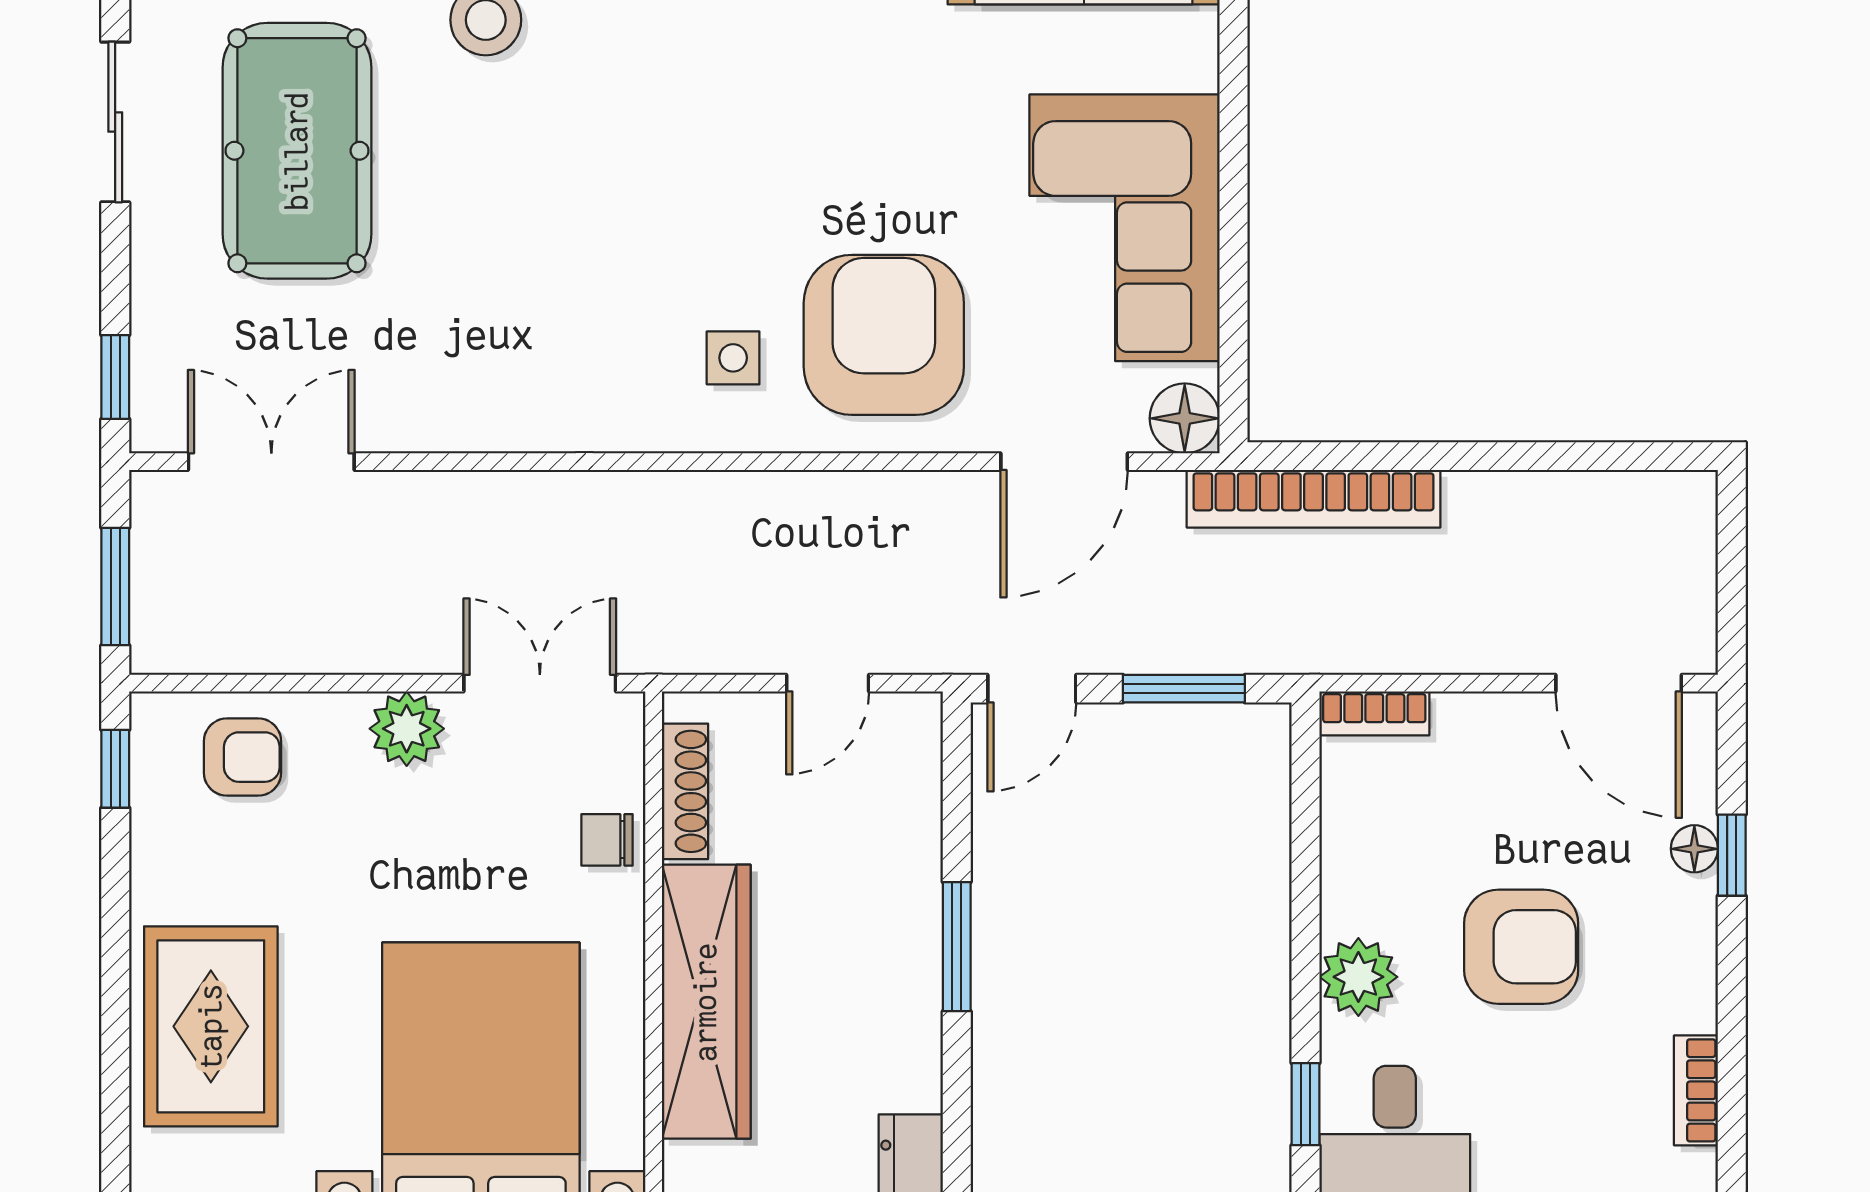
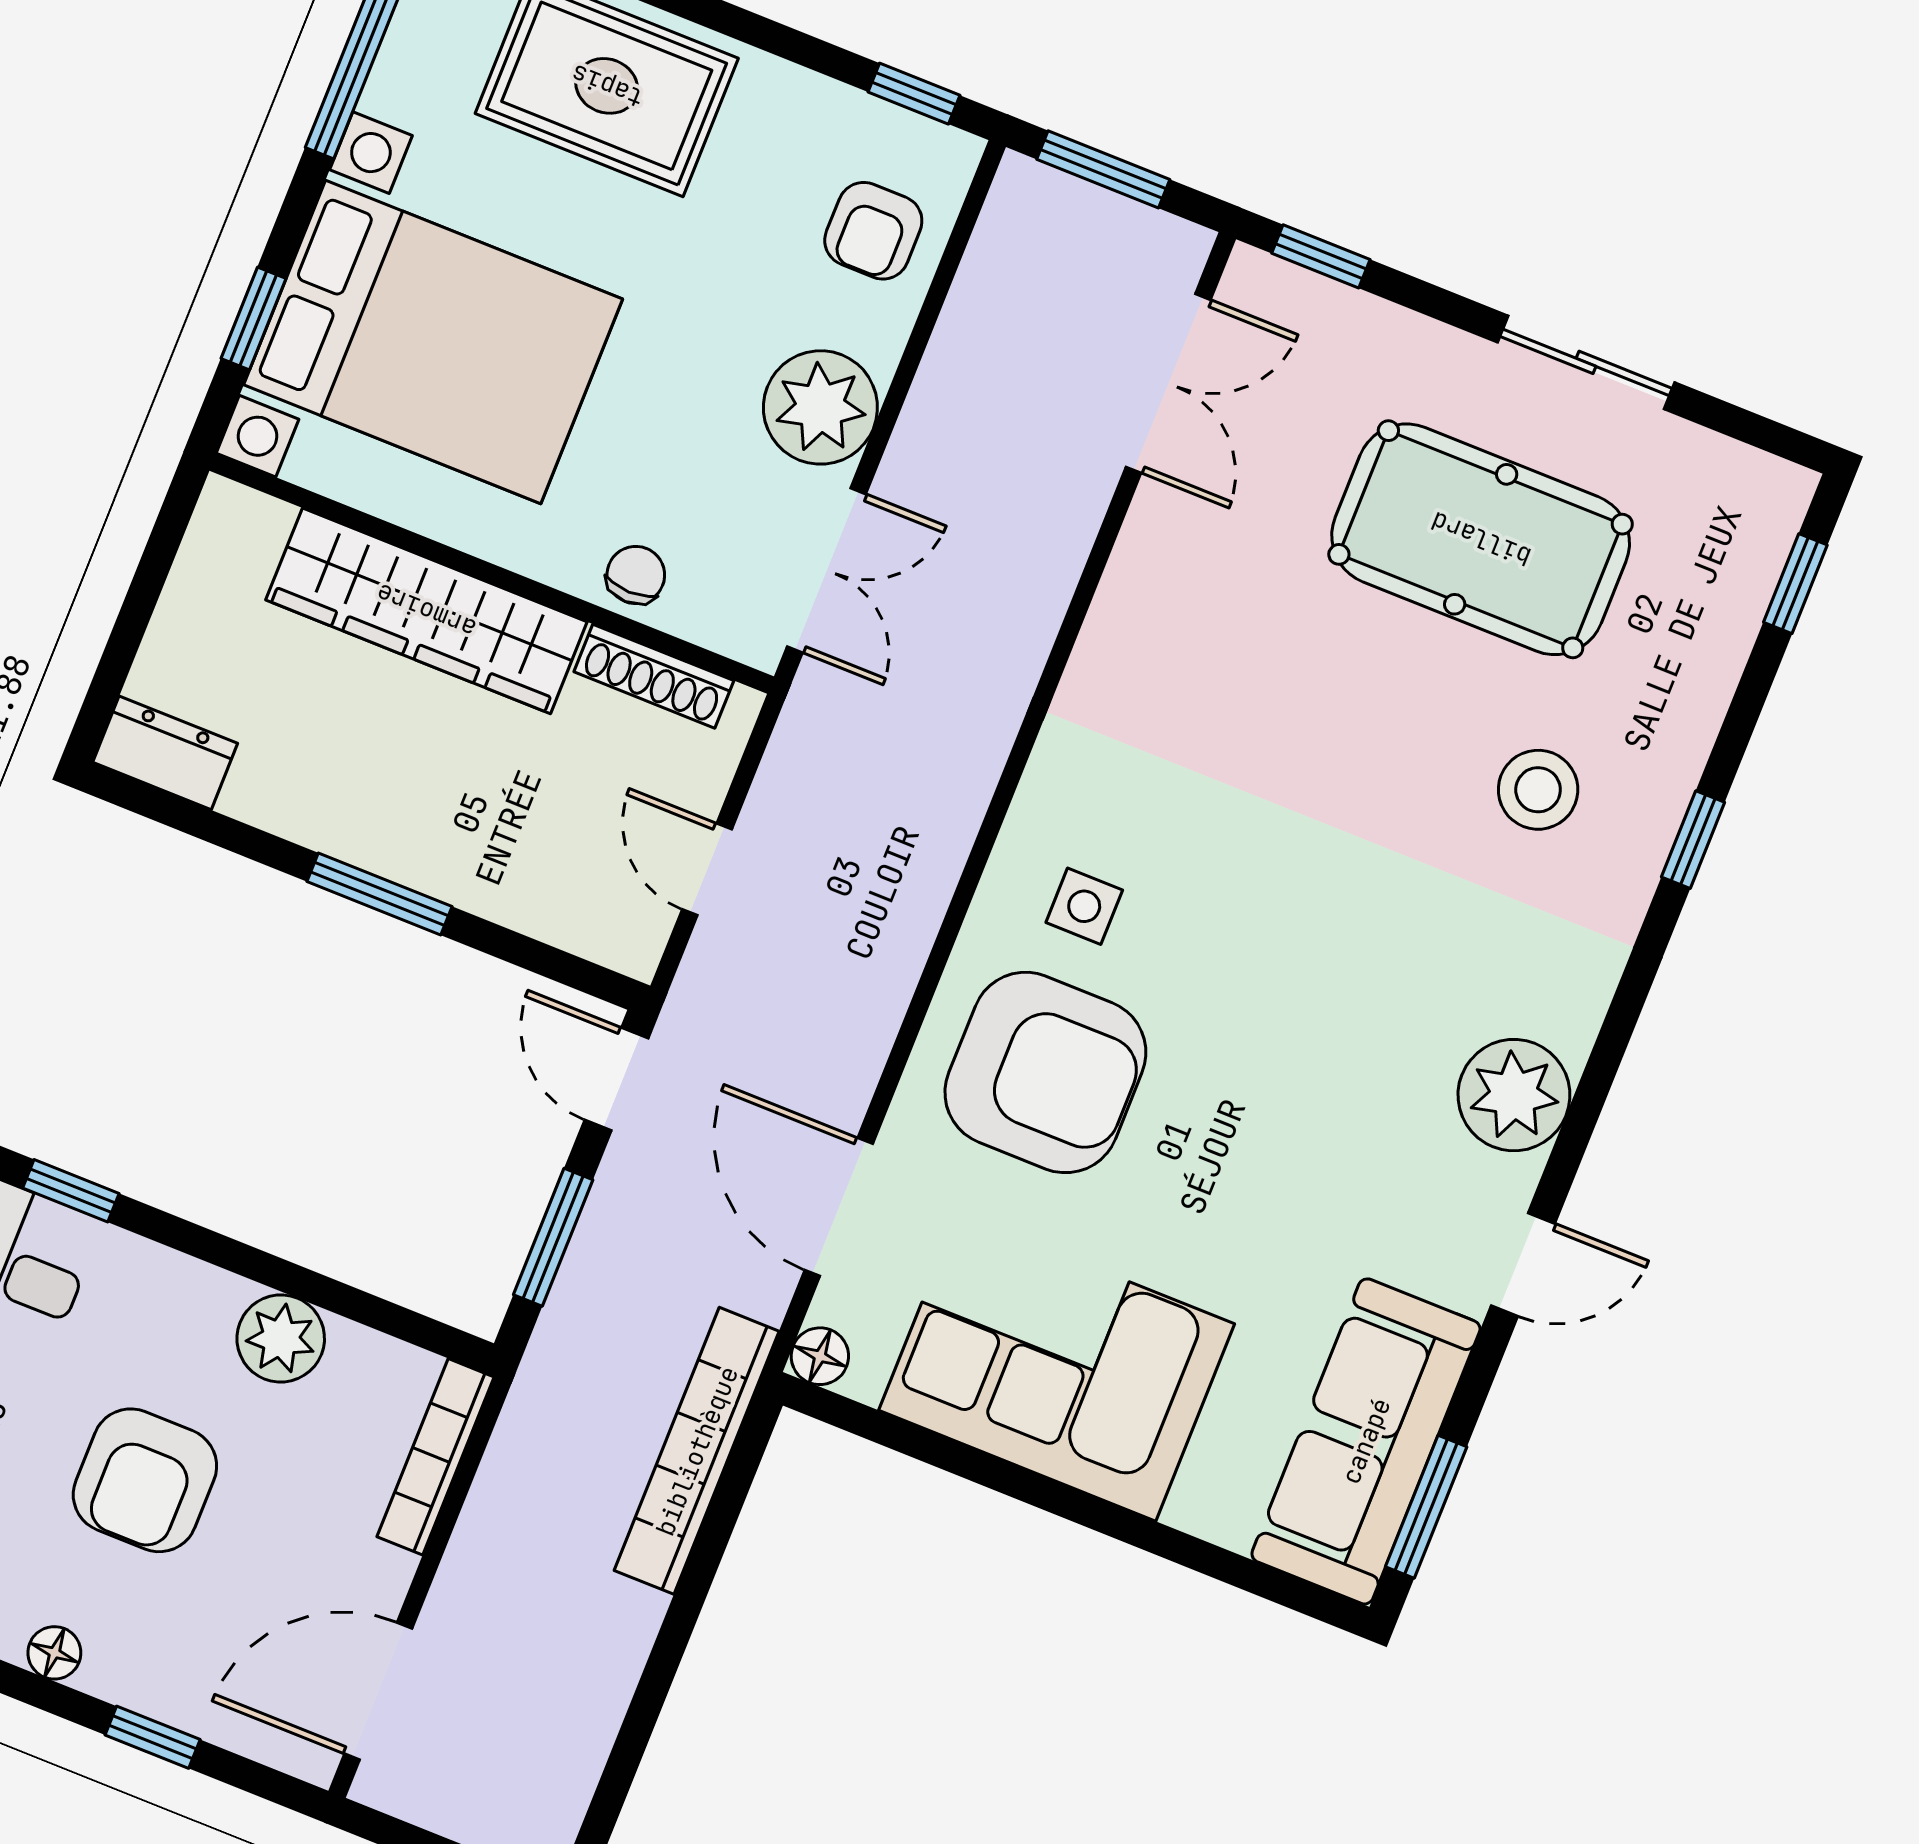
floor lamp: (1185, 418) -> (820, 1356), width x0.73, depth x0.73
bookcase: (1374, 713) -> (436, 1457), width x1.56
plant: (407, 729) -> (820, 407), width x1.36, depth x1.36
floor lamp: (1694, 849) -> (54, 1653), moved
plant: (1358, 977) -> (281, 1338), moved

